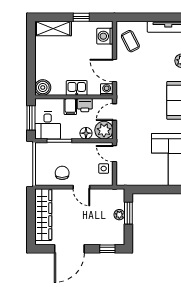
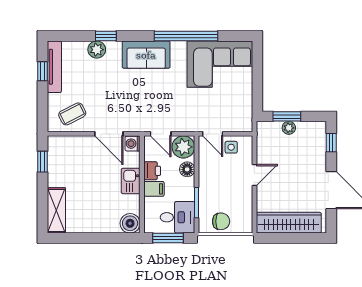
window: (81, 17) -> (42, 162), moved
window: (165, 17) -> (42, 71), added
washing machine: (105, 36) -> (66, 146), removed
door: (114, 71) -> (109, 134), hinge flipped
door: (114, 154) -> (213, 134), hinge flipped
chair: (62, 173) -> (221, 221), moved, turned 180

